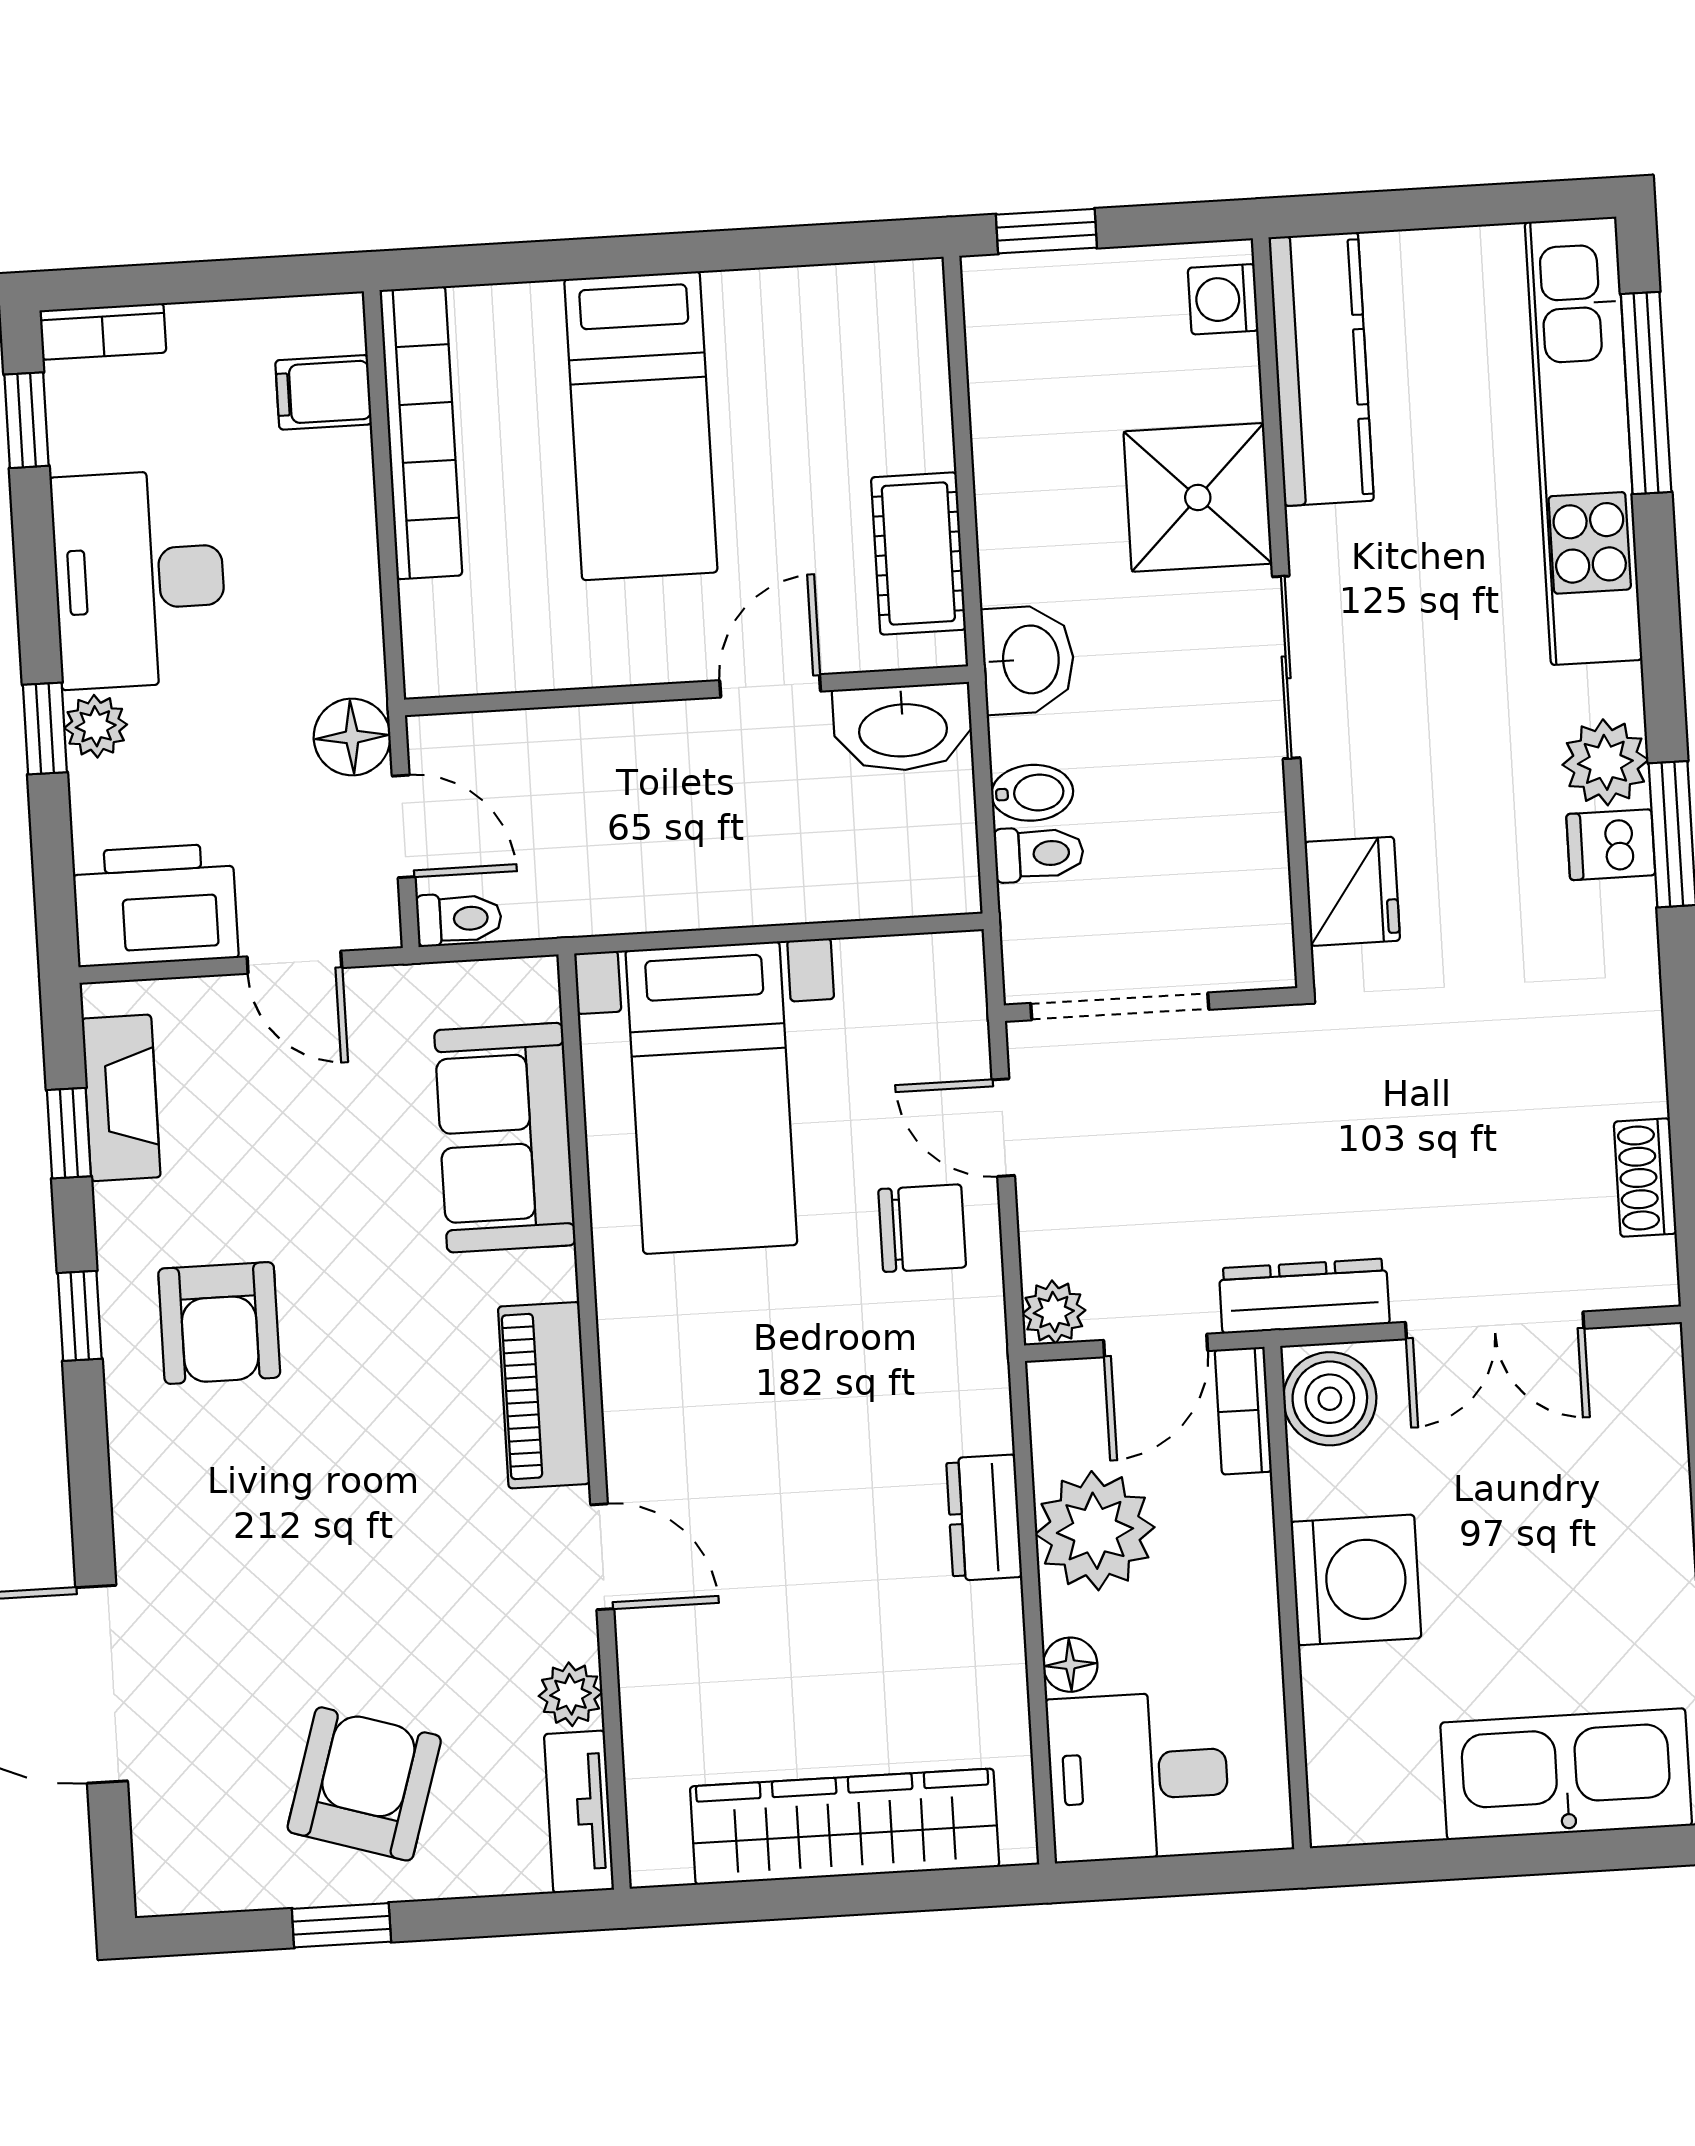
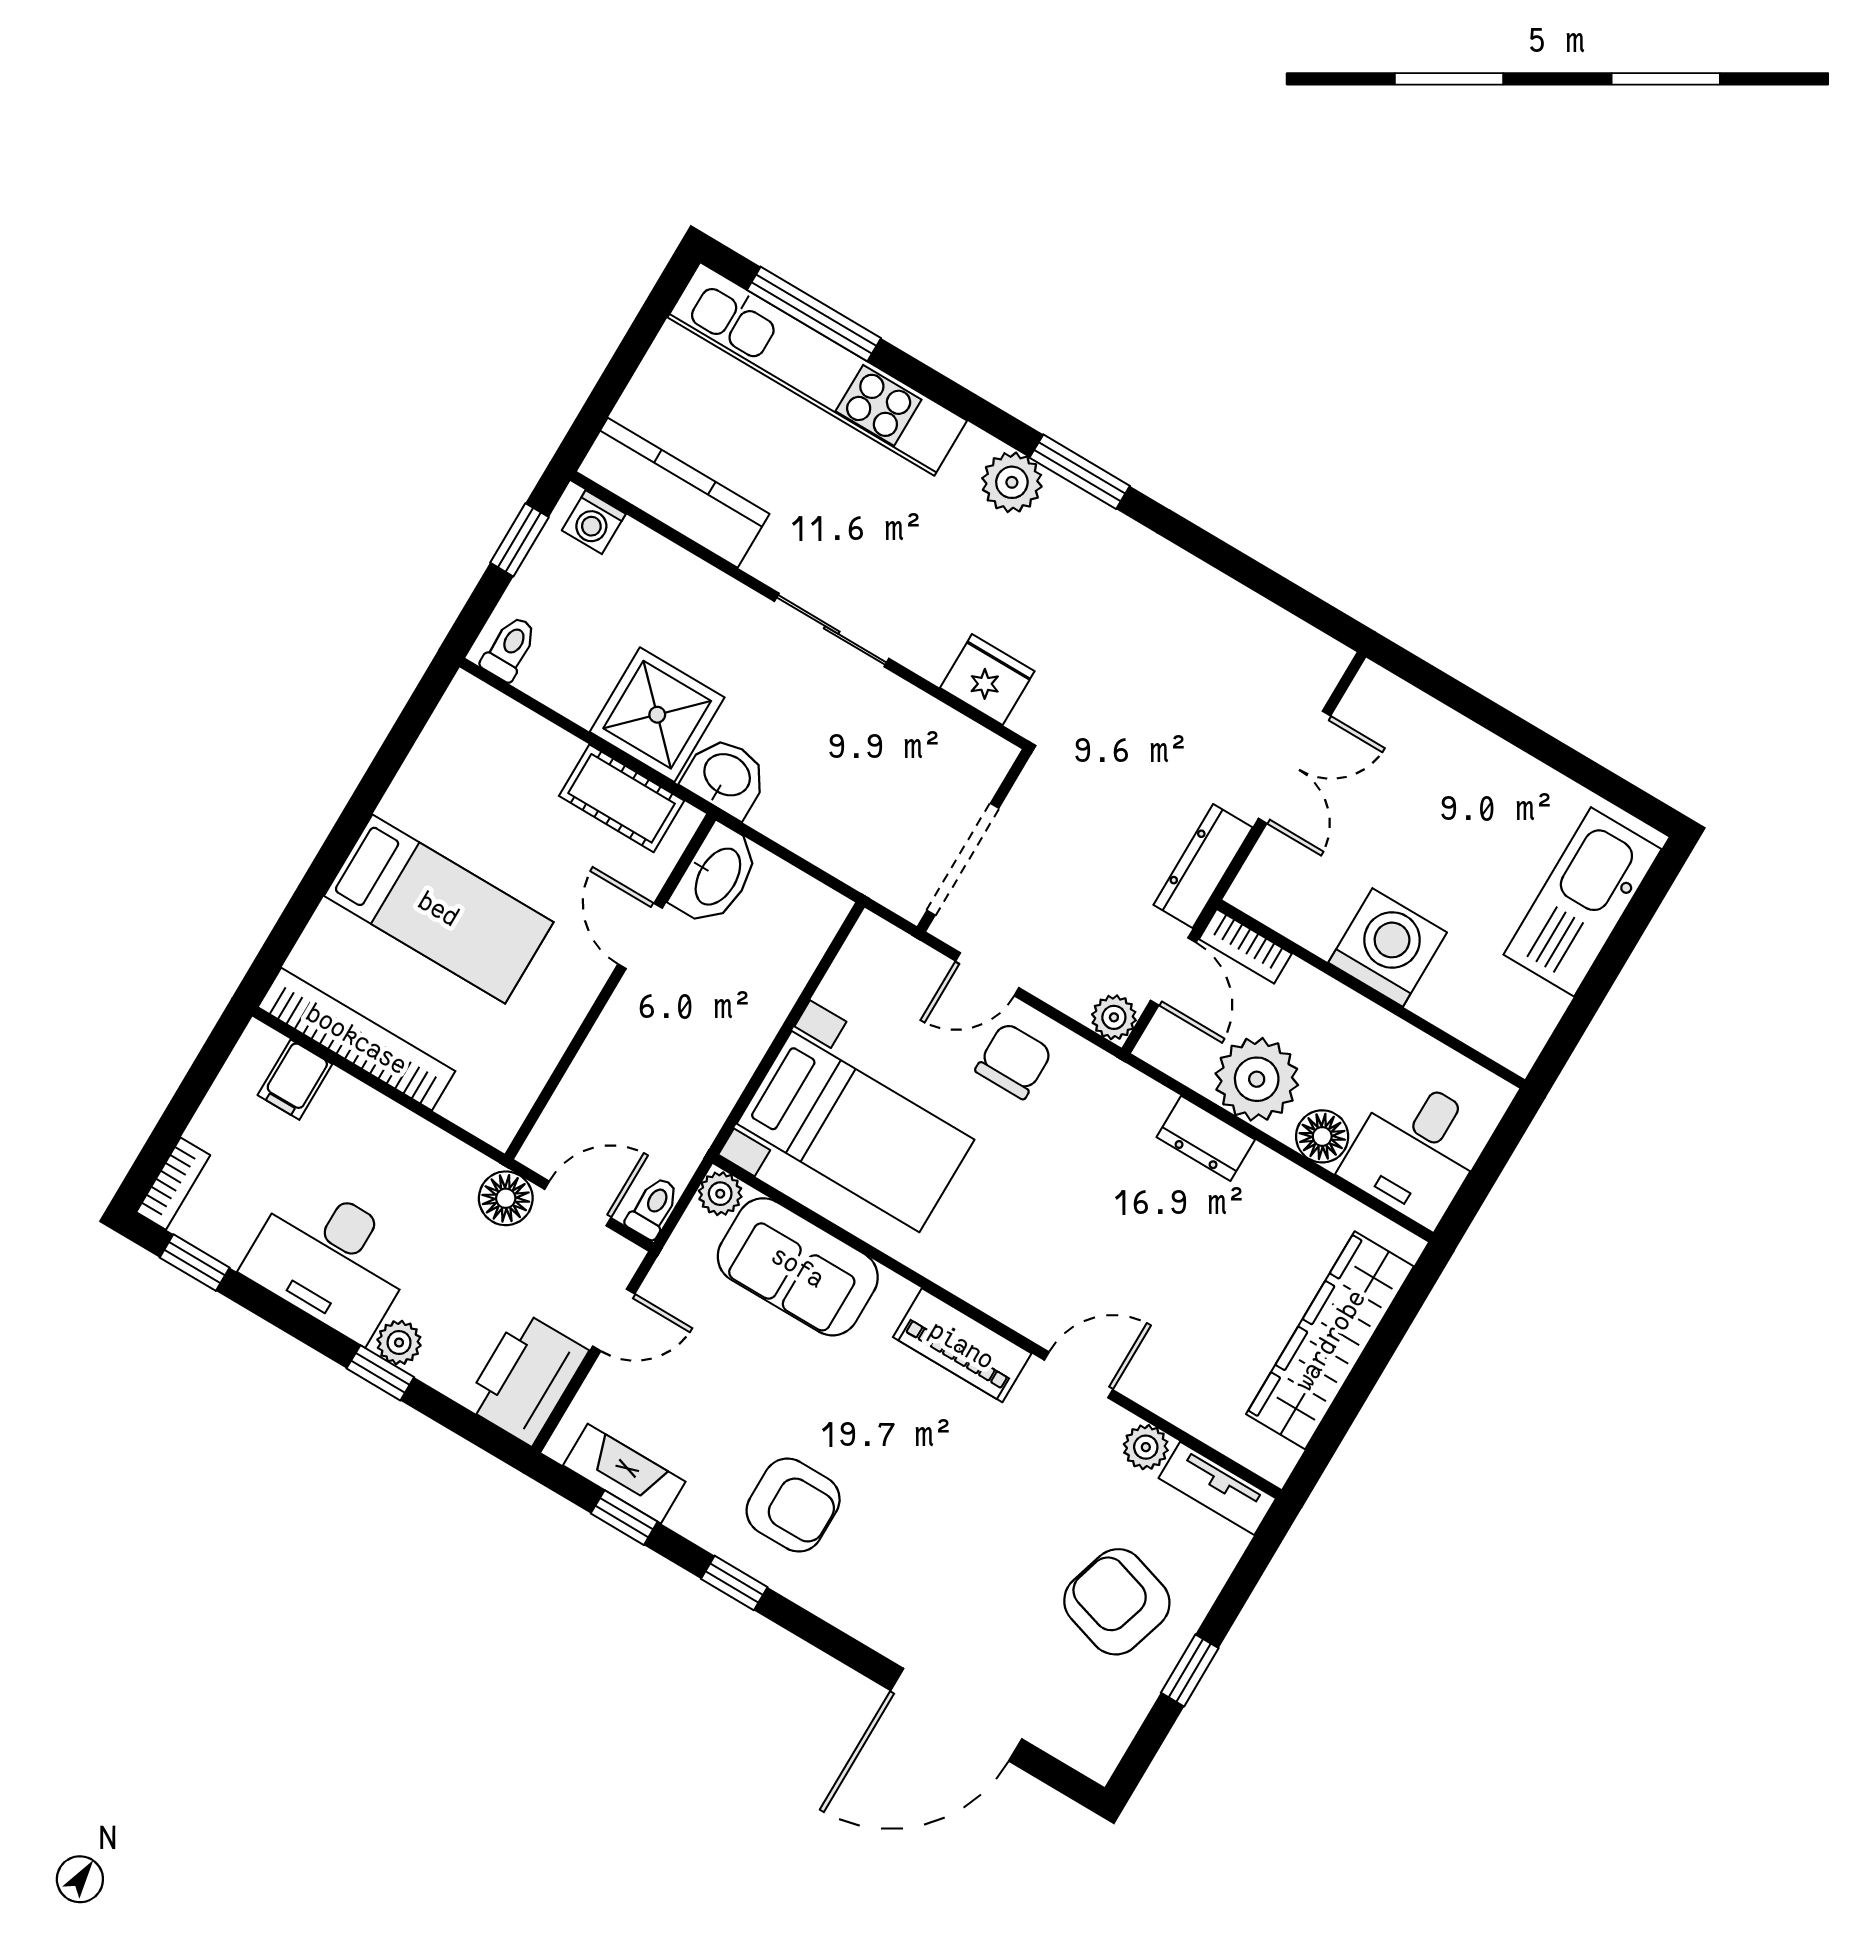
window: (1046, 231) -> (519, 540), moved
shower: (1198, 497) -> (657, 715), moved
bidet: (1032, 793) -> (805, 826), removed
dishwasher: (1611, 845) -> (1062, 512), removed
toilet: (1039, 854) -> (510, 648), moved
plant: (529, 987) -> (720, 1194), added
shoe rack: (1645, 1178) -> (1268, 622), removed
boiler: (1330, 1399) -> (1272, 891), removed
floor lamp: (1070, 1665) -> (1322, 1136), width x1.37, depth x1.37

